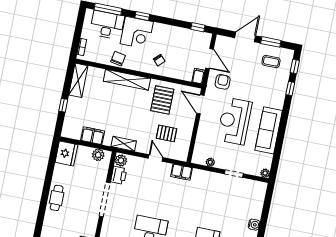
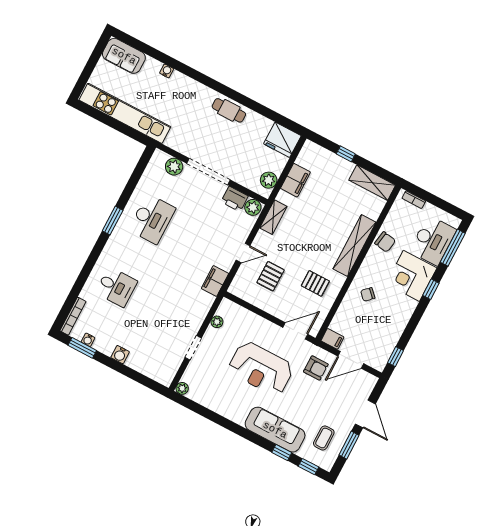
pallet: (162, 100) -> (315, 283), width x0.67, depth x0.71
reception desk: (235, 121) -> (261, 369), turned 180
sofa: (269, 130) -> (275, 430), moved
plant: (108, 225) -> (174, 167), added

